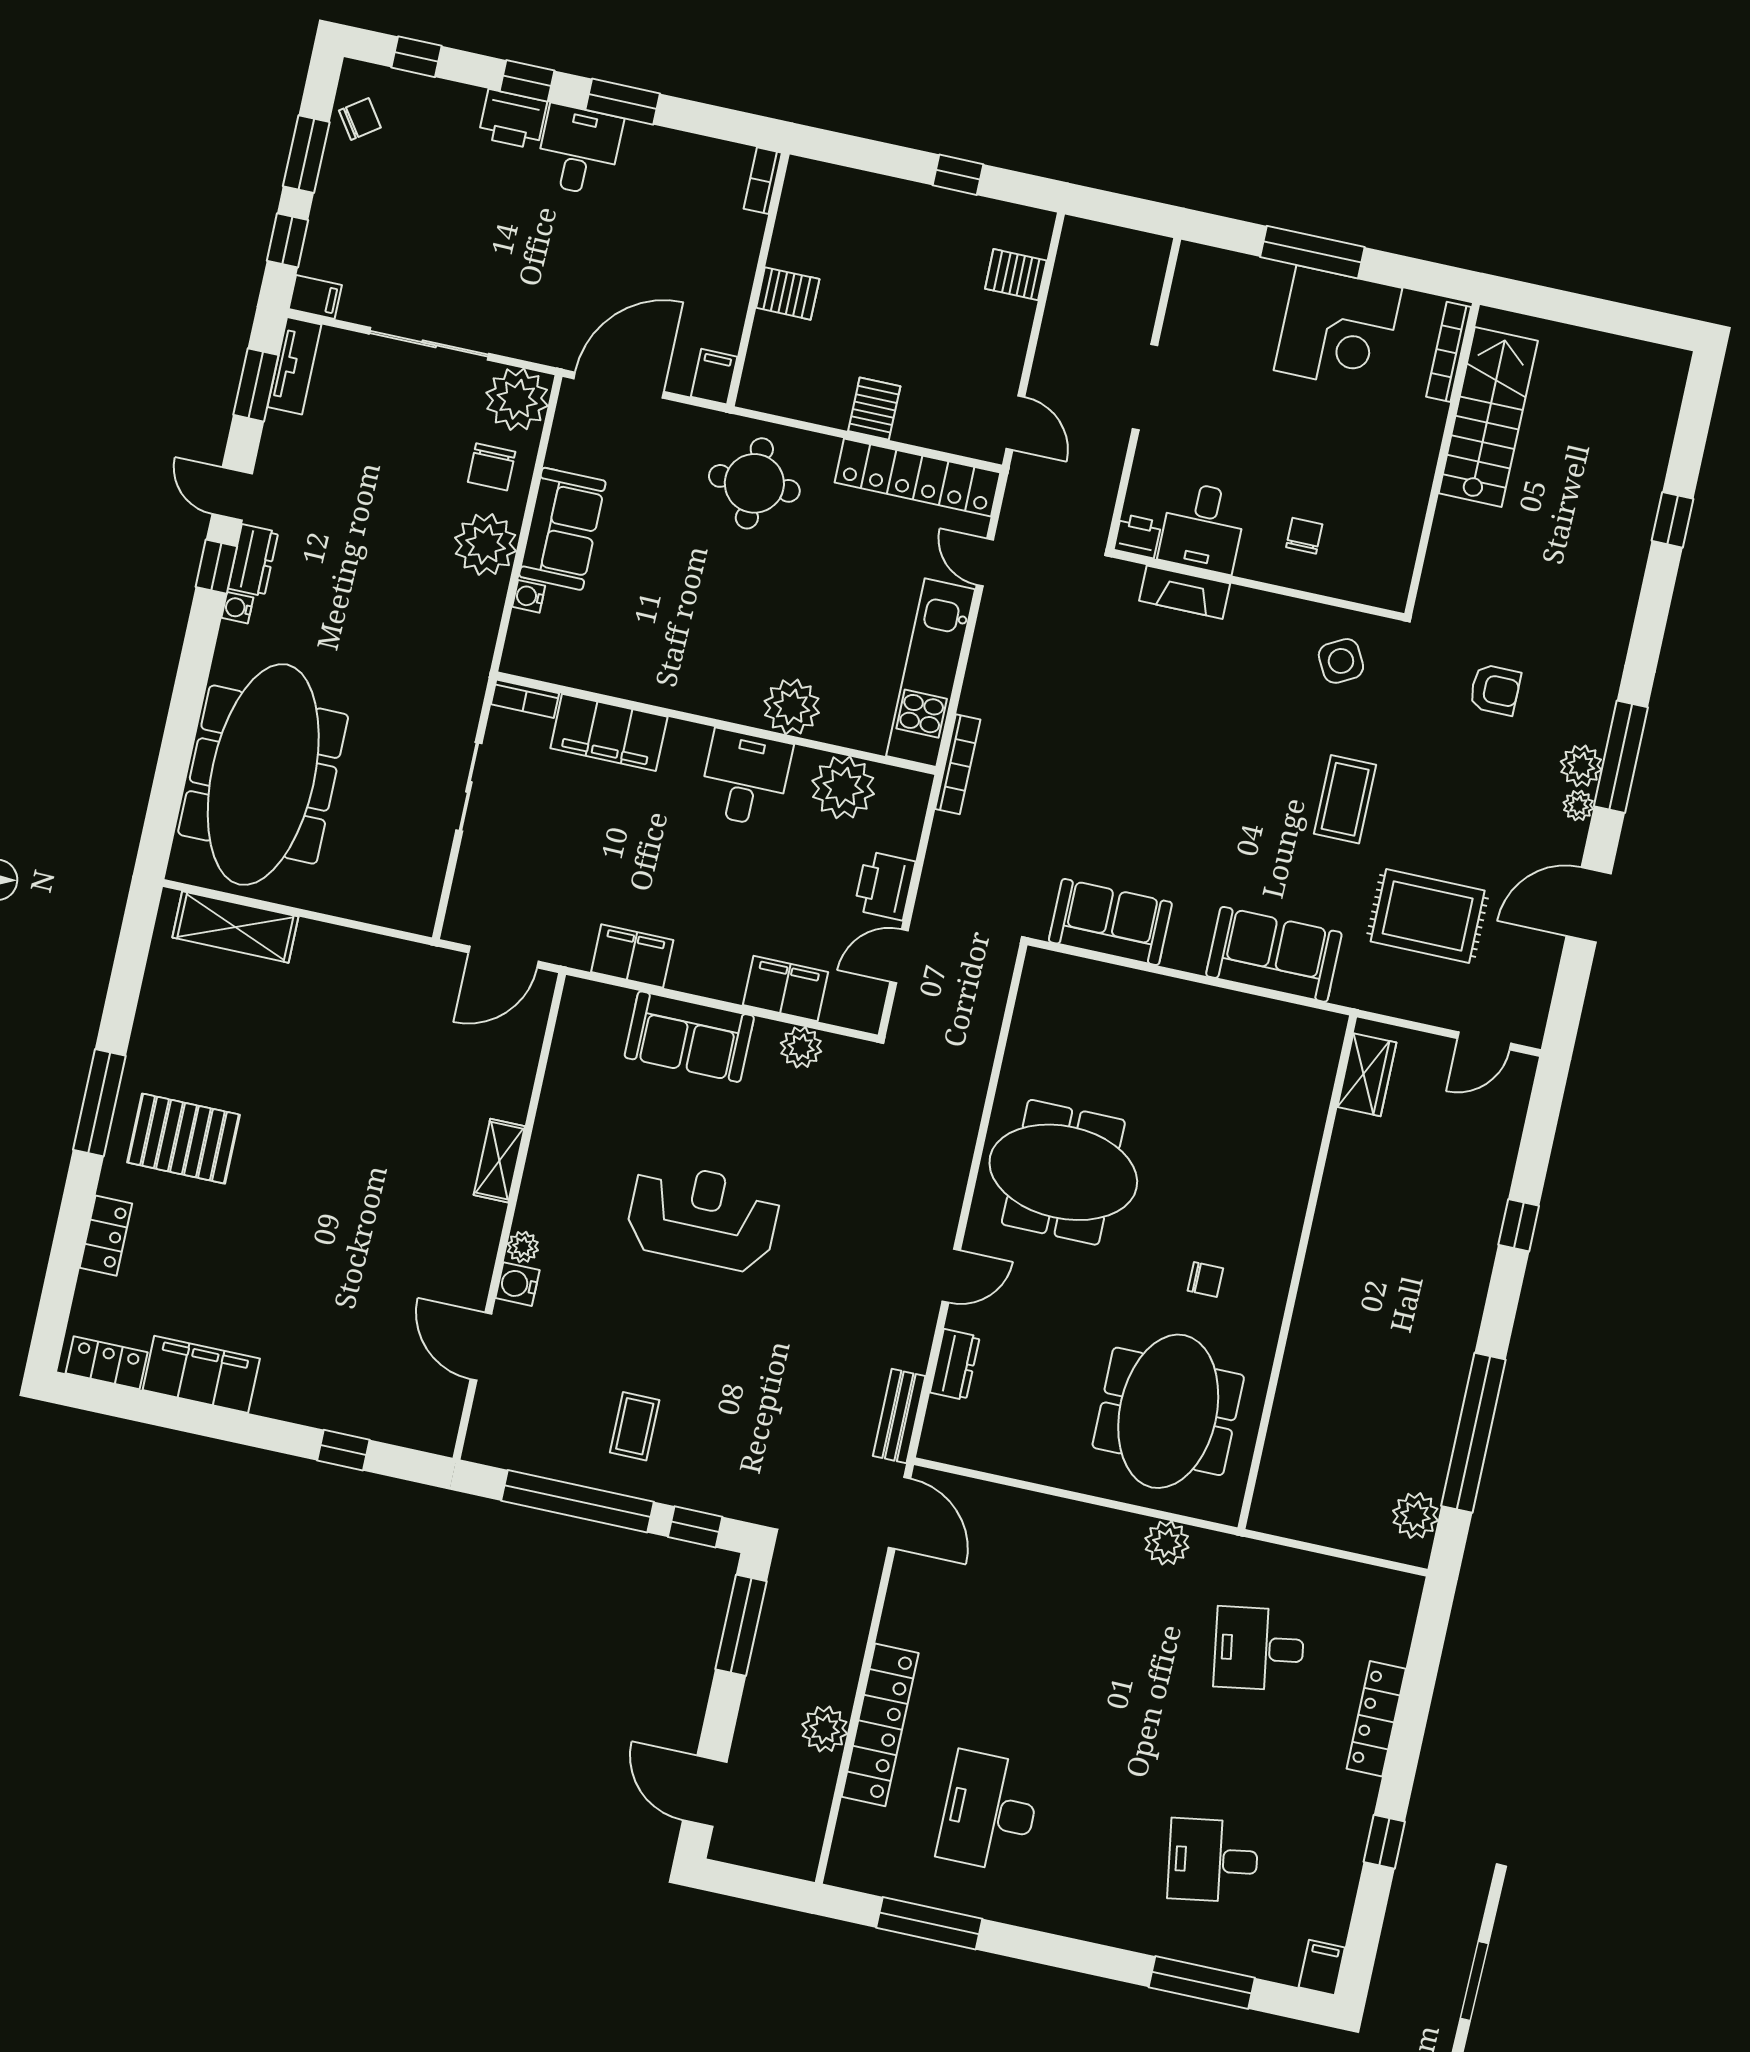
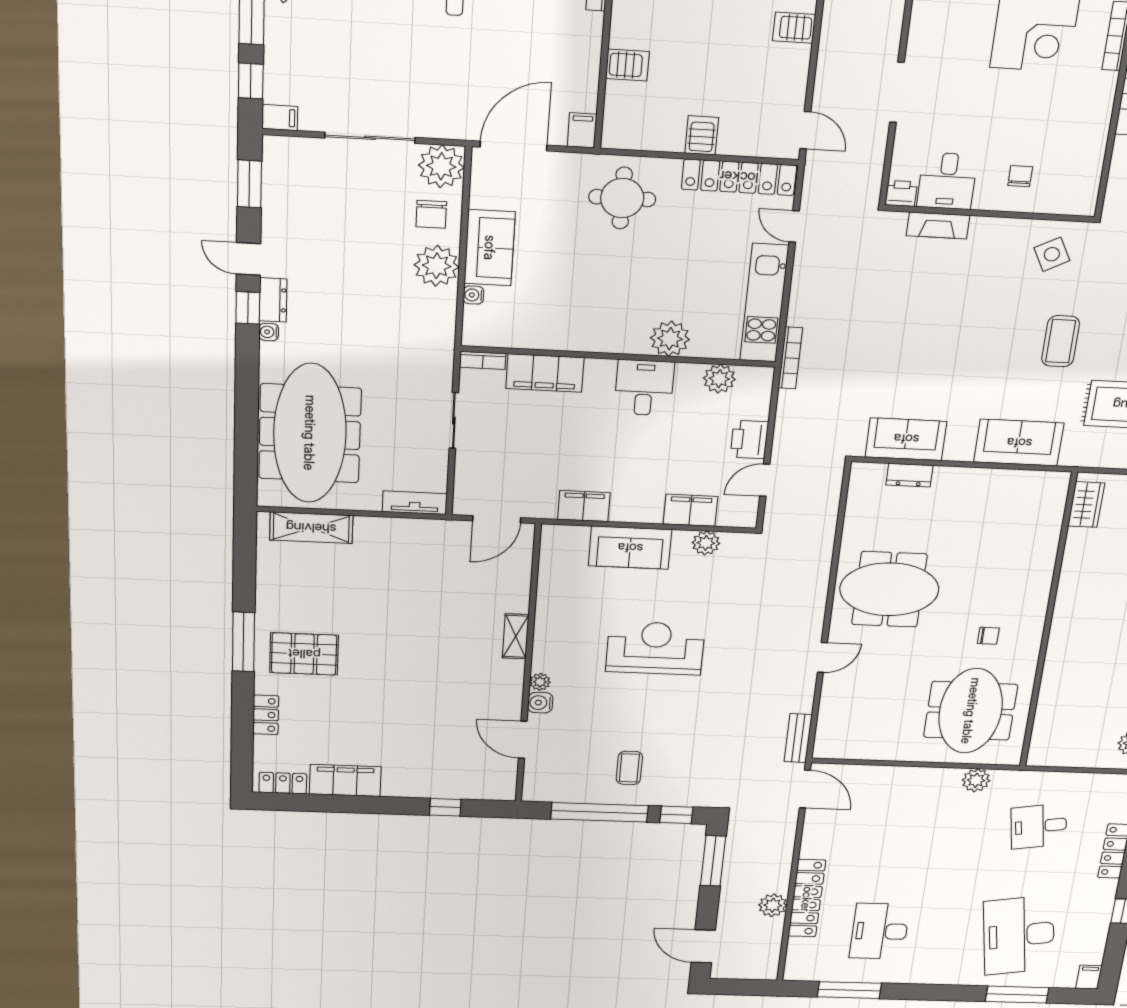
tv unit: (294, 366) -> (415, 503), moved, turned -90
plant: (843, 787) -> (719, 379), width x0.73, depth x0.73
dresser: (955, 1365) -> (909, 475), moved, turned 90
desk: (1213, 1860) -> (1019, 935), width x1.87, depth x1.30

